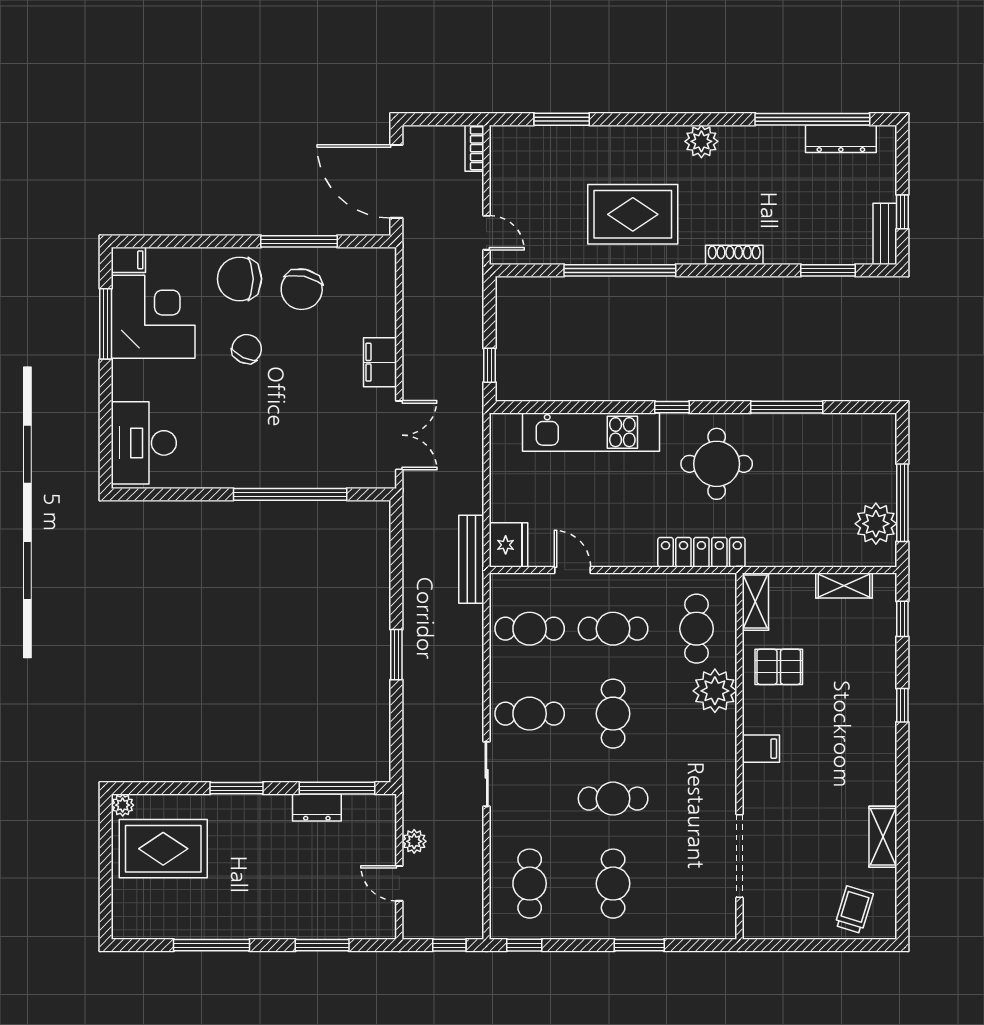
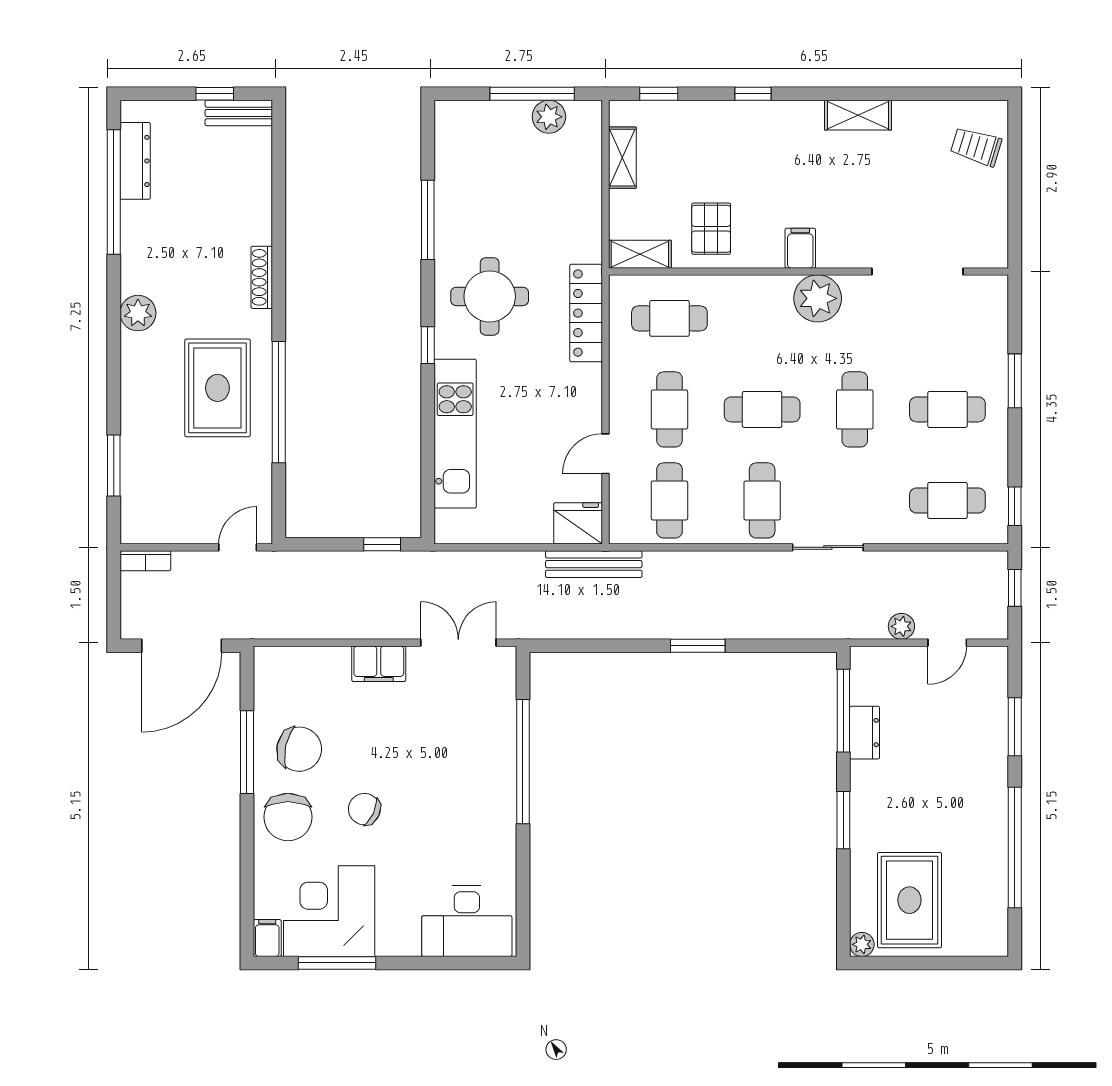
window: (828, 270) -> (279, 175), removed
plant: (876, 524) -> (549, 117), width x0.73, depth x0.73
plant: (715, 691) -> (818, 298), moved
shelving: (883, 837) -> (858, 115), moved
window: (211, 945) -> (1015, 847), width x1.46

